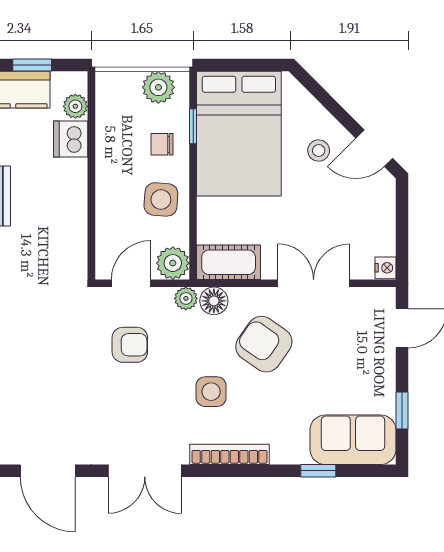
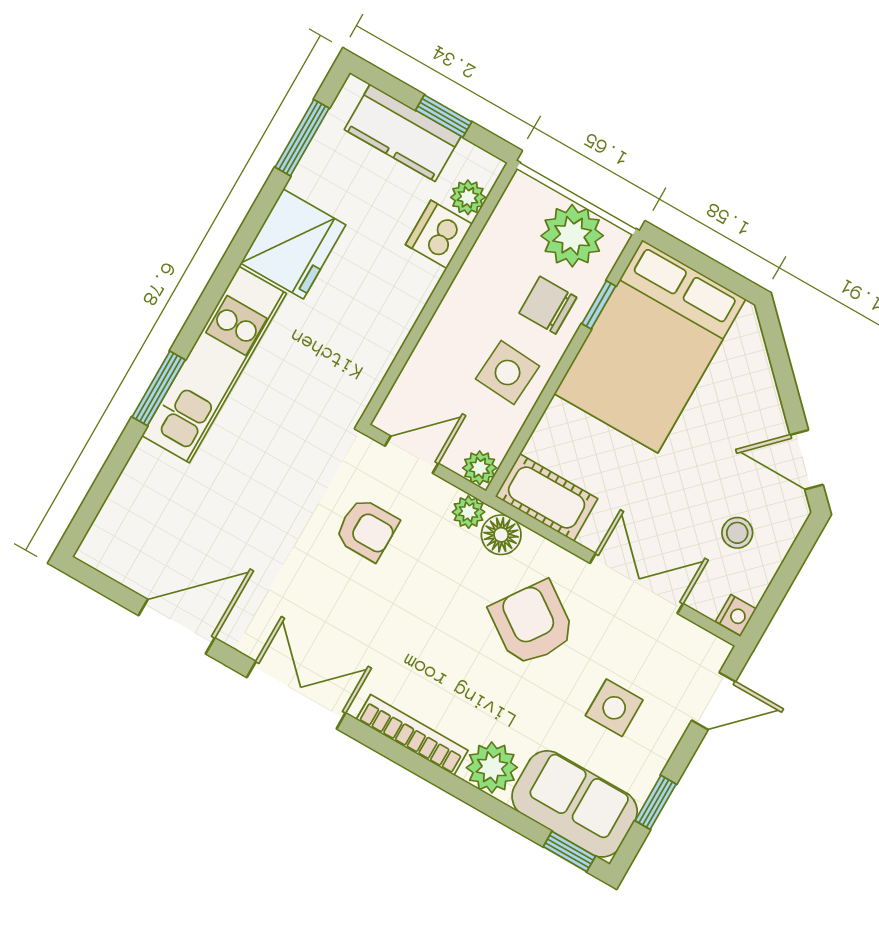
plant: (158, 87) -> (572, 236), width x1.36, depth x1.36
chair: (162, 144) -> (548, 305), width x1.37, depth x1.37
stool: (319, 151) -> (737, 533), moved
plant: (173, 263) -> (480, 468), width x0.73, depth x0.73
side table: (211, 392) -> (614, 708), moved
plant: (290, 446) -> (492, 768), added
door: (48, 471) -> (177, 627), swing flipped
double door: (145, 471) -> (296, 695), swing flipped
window: (318, 471) -> (569, 851), moved

